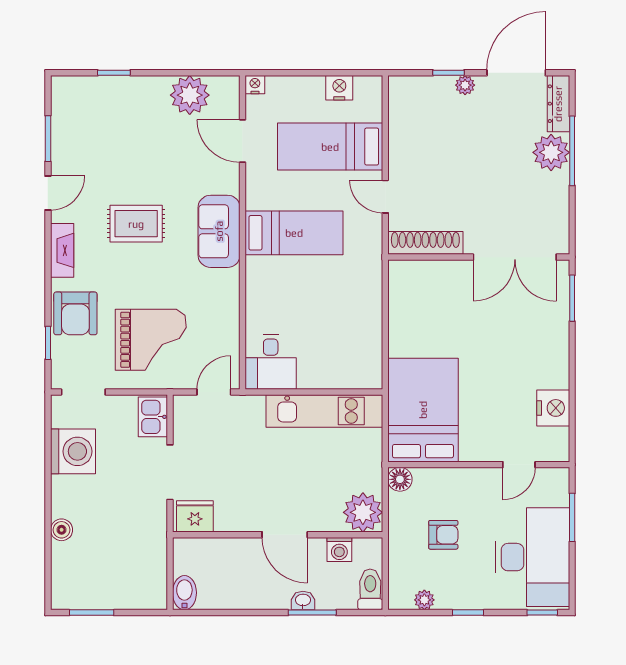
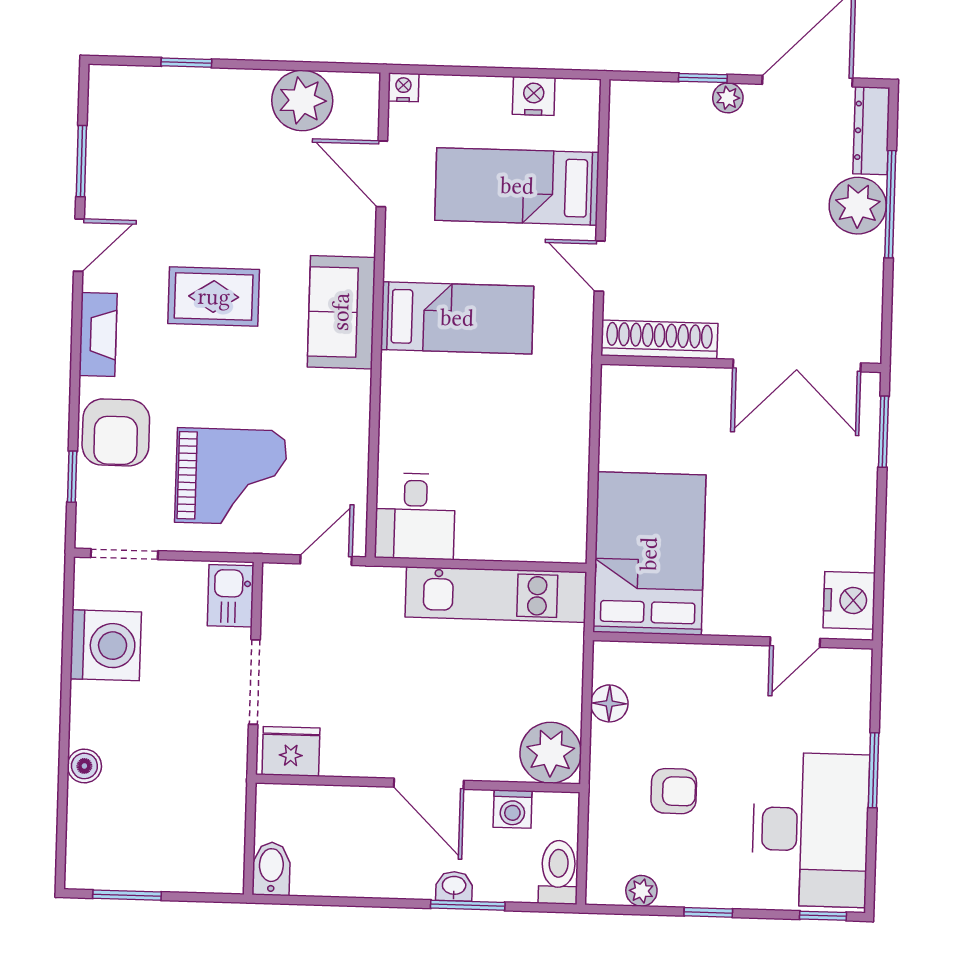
bed: (423, 410) -> (649, 554), moved
wall: (479, 465) -> (733, 640), moved
door: (519, 465) -> (795, 642), moved

